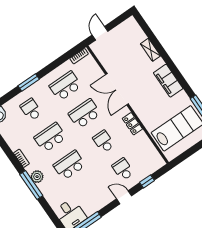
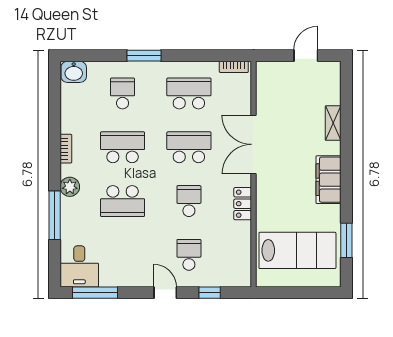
door: (100, 33) -> (306, 56), moved
school desk: (69, 165) -> (123, 201), turned 180
window: (31, 185) -> (55, 215), moved

